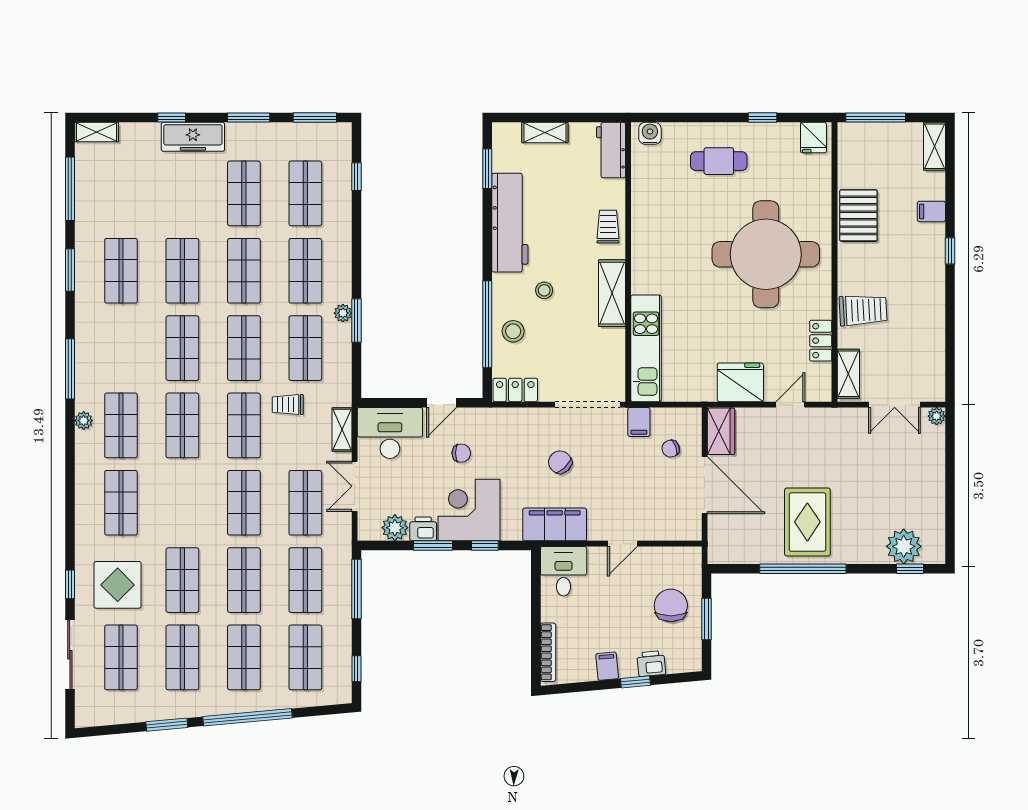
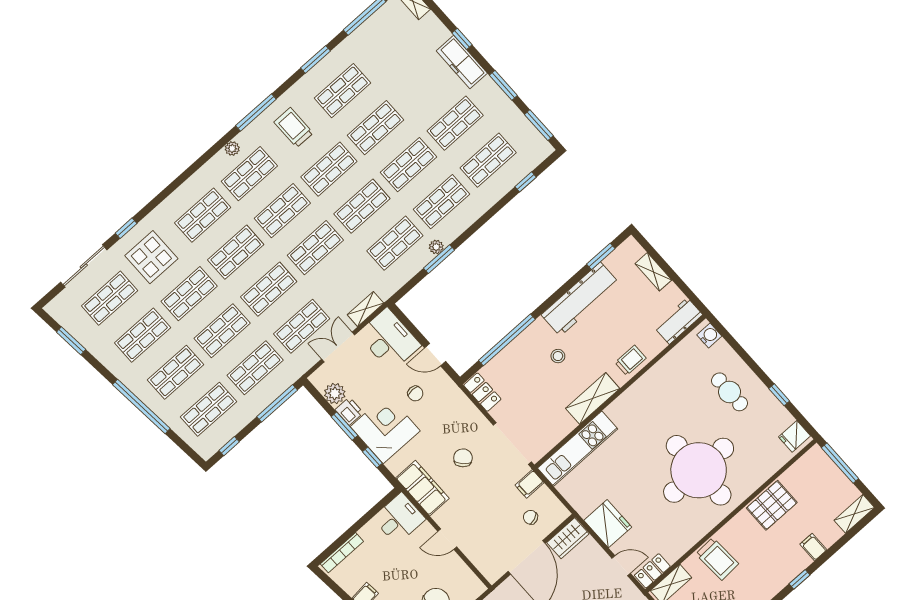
stool: (513, 331) -> (517, 359), removed
locker: (821, 341) -> (652, 571), moved
trolley: (288, 405) -> (294, 128), moved, width x1.36, depth x1.39
shop shelf: (182, 503) -> (236, 252), added
window: (167, 725) -> (71, 341), moved

